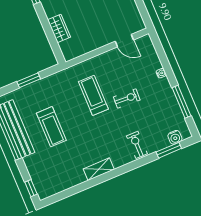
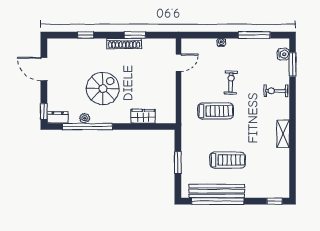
treadmill: (93, 95) -> (216, 111), turned 180

